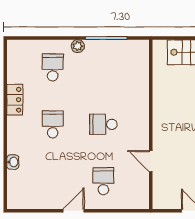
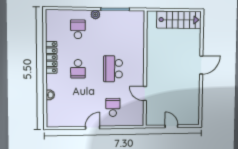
locker: (15, 100) -> (51, 57), width x1.53
school desk: (53, 124) -> (78, 69), turned 180
school desk: (103, 124) -> (113, 69), width x1.85

